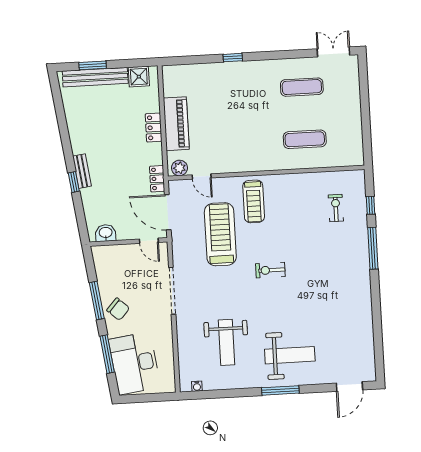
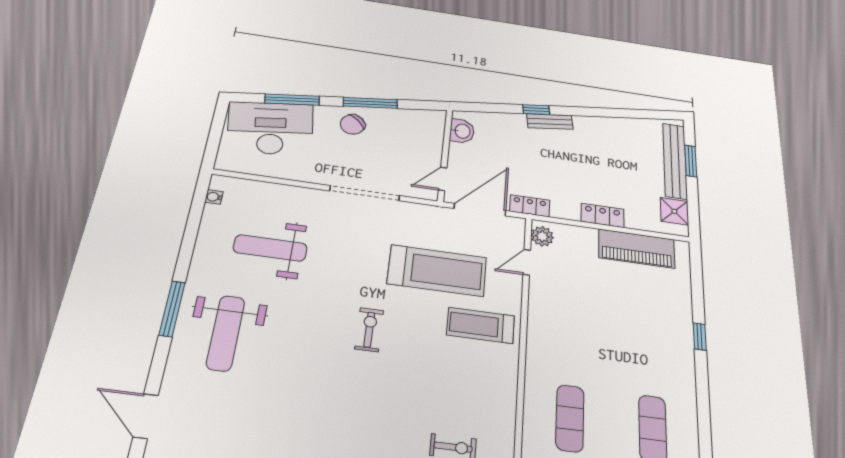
piano: (176, 124) -> (637, 249), moved

